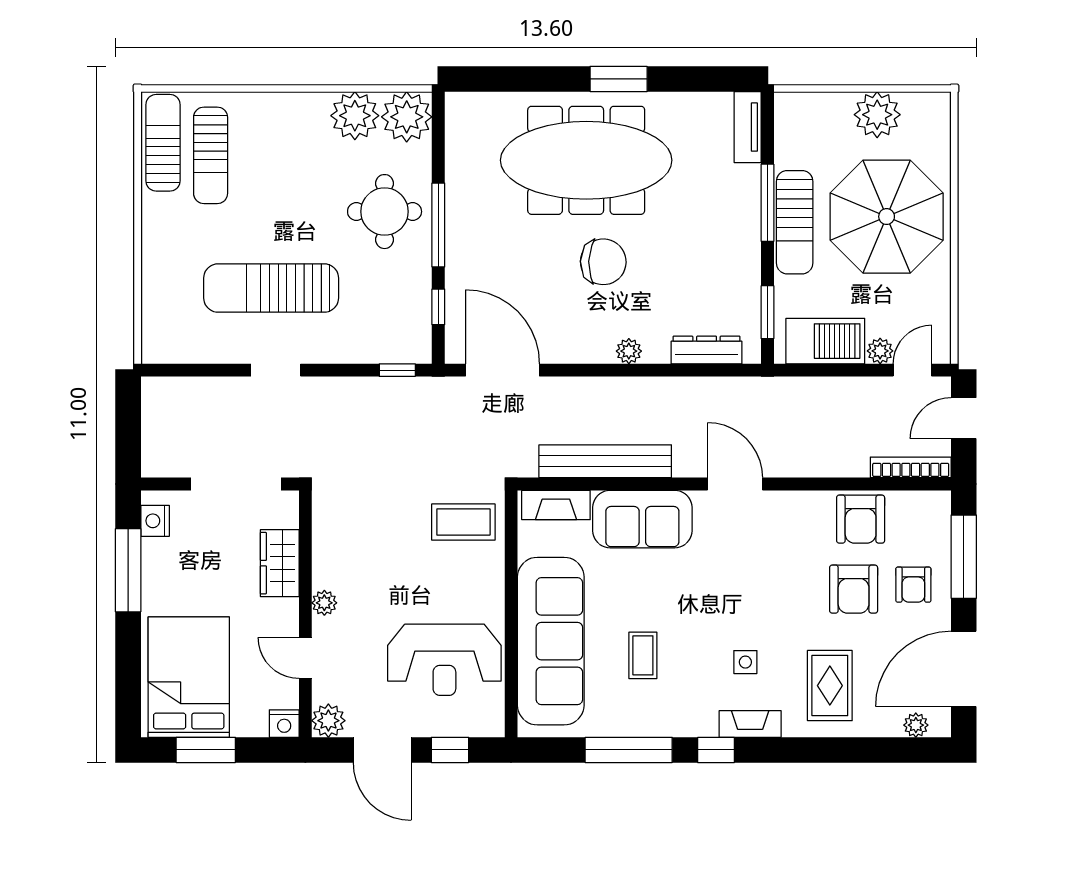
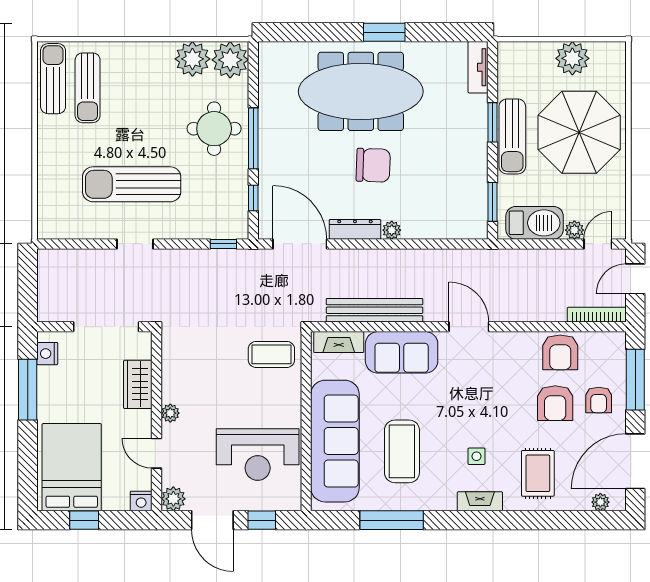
window: (767, 203) -> (493, 122), width x0.69
dresser: (707, 350) -> (355, 229), moved
coffee table: (643, 655) -> (402, 451), width x1.86, depth x1.72
window: (206, 750) -> (84, 520), width x0.67
window: (716, 750) -> (455, 520), removed

